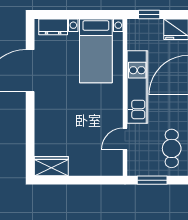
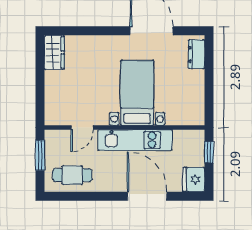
bed with nightstands: (96, 51) -> (137, 93), moved, turned 90
door: (125, 139) -> (82, 128), swing flipped

